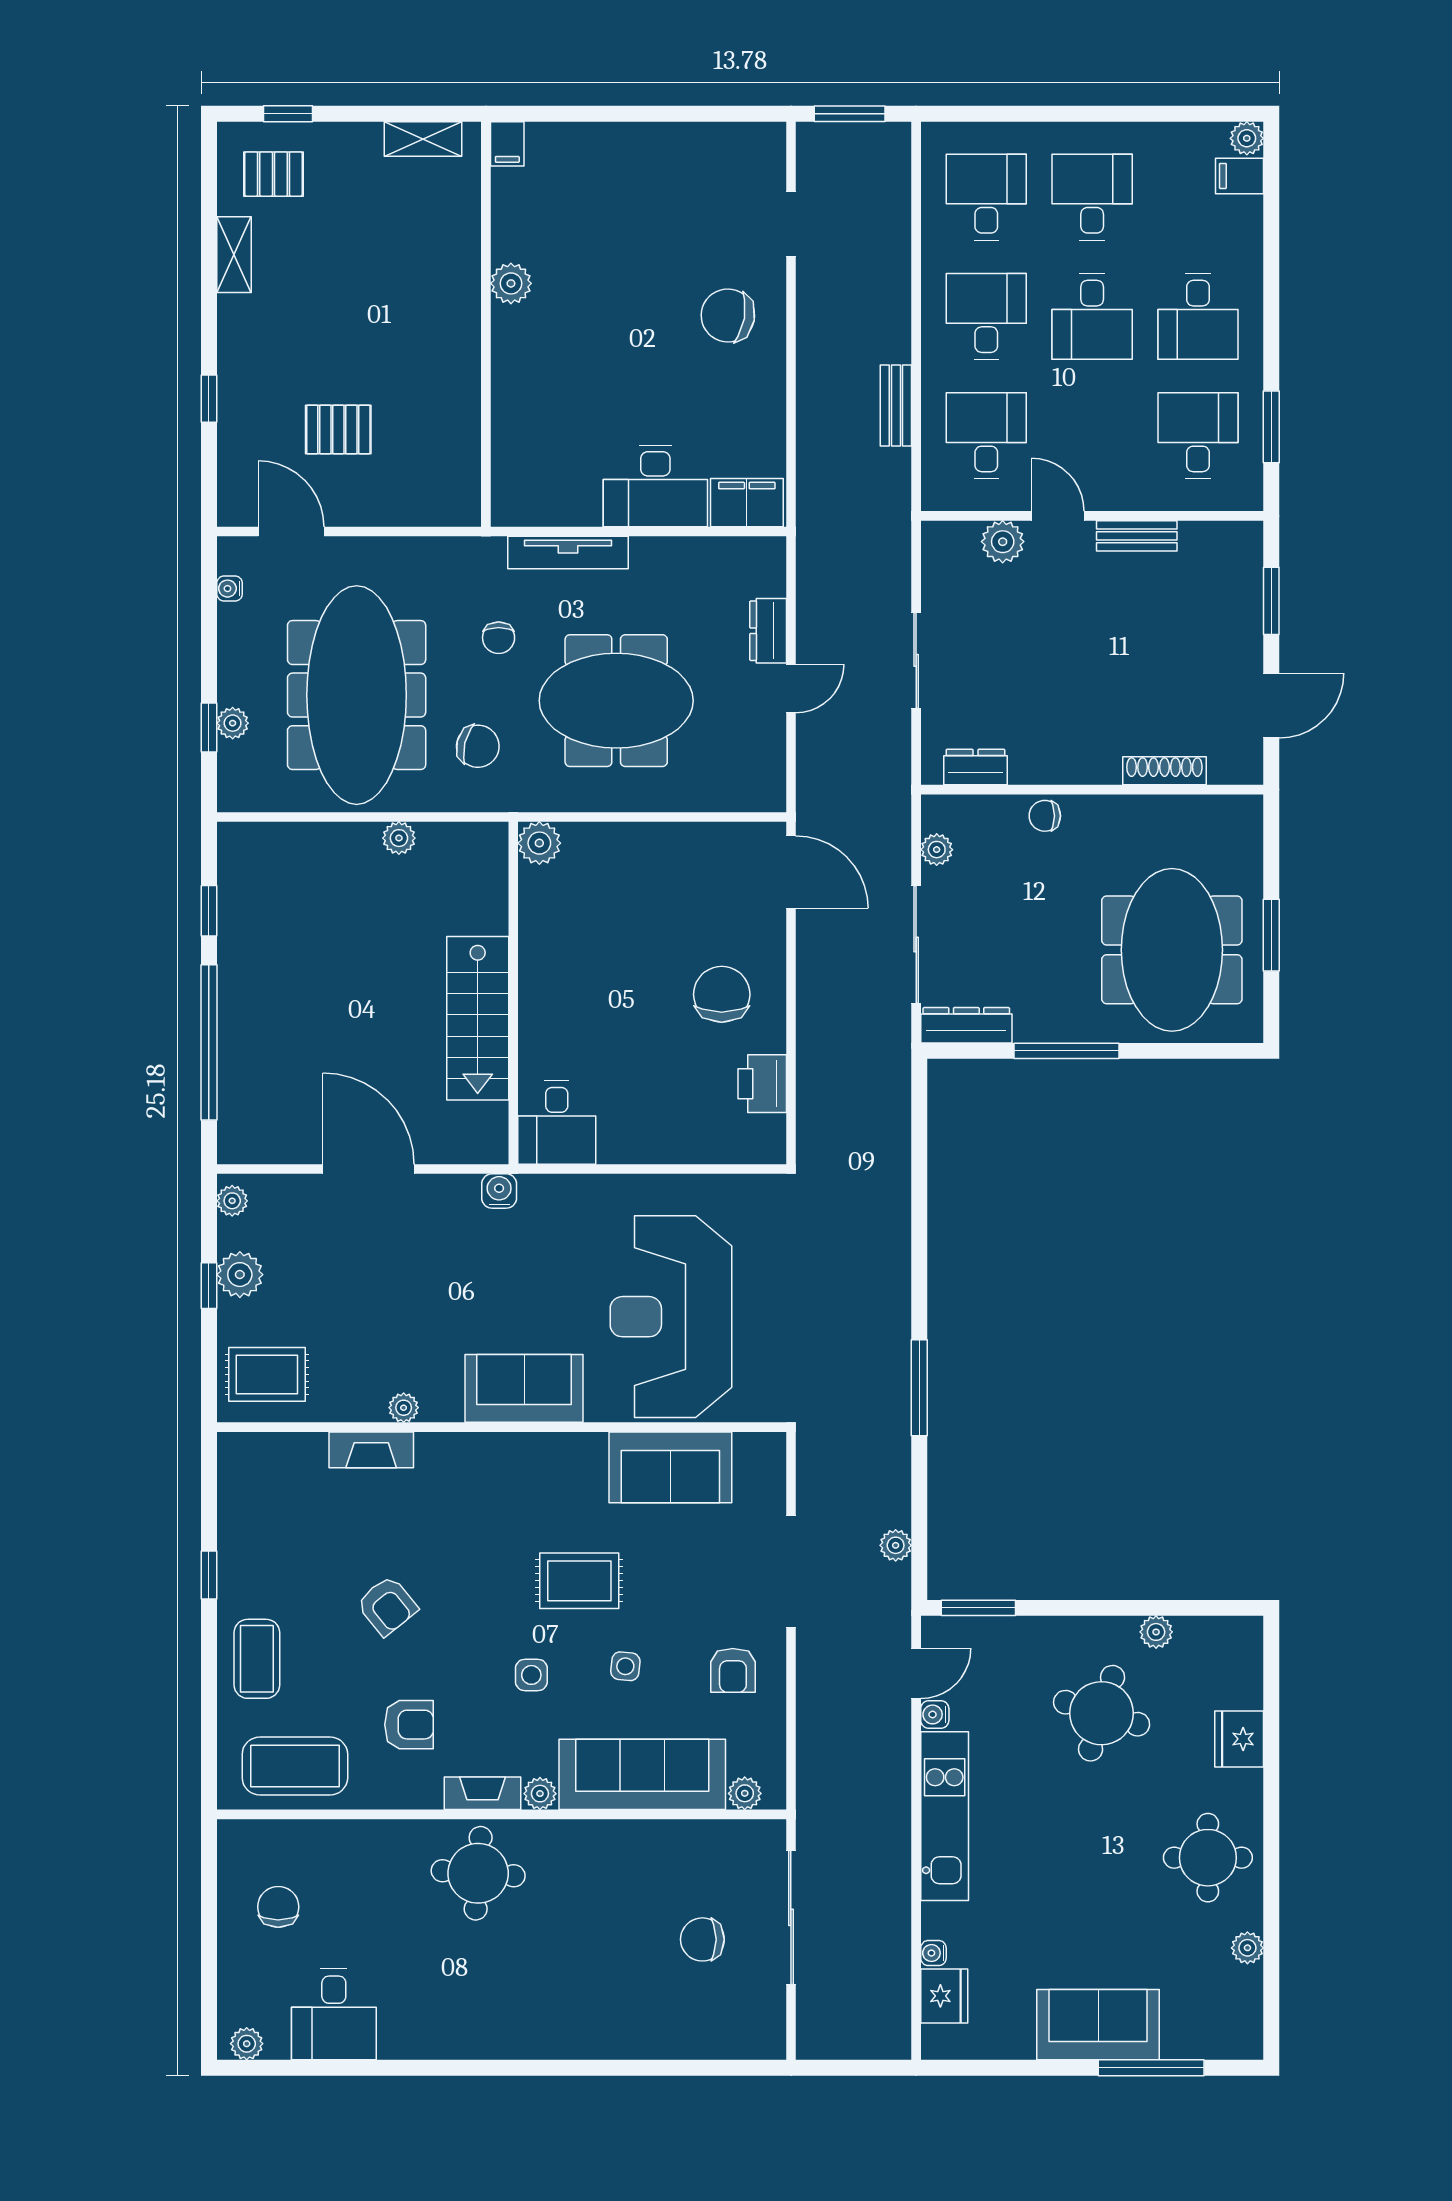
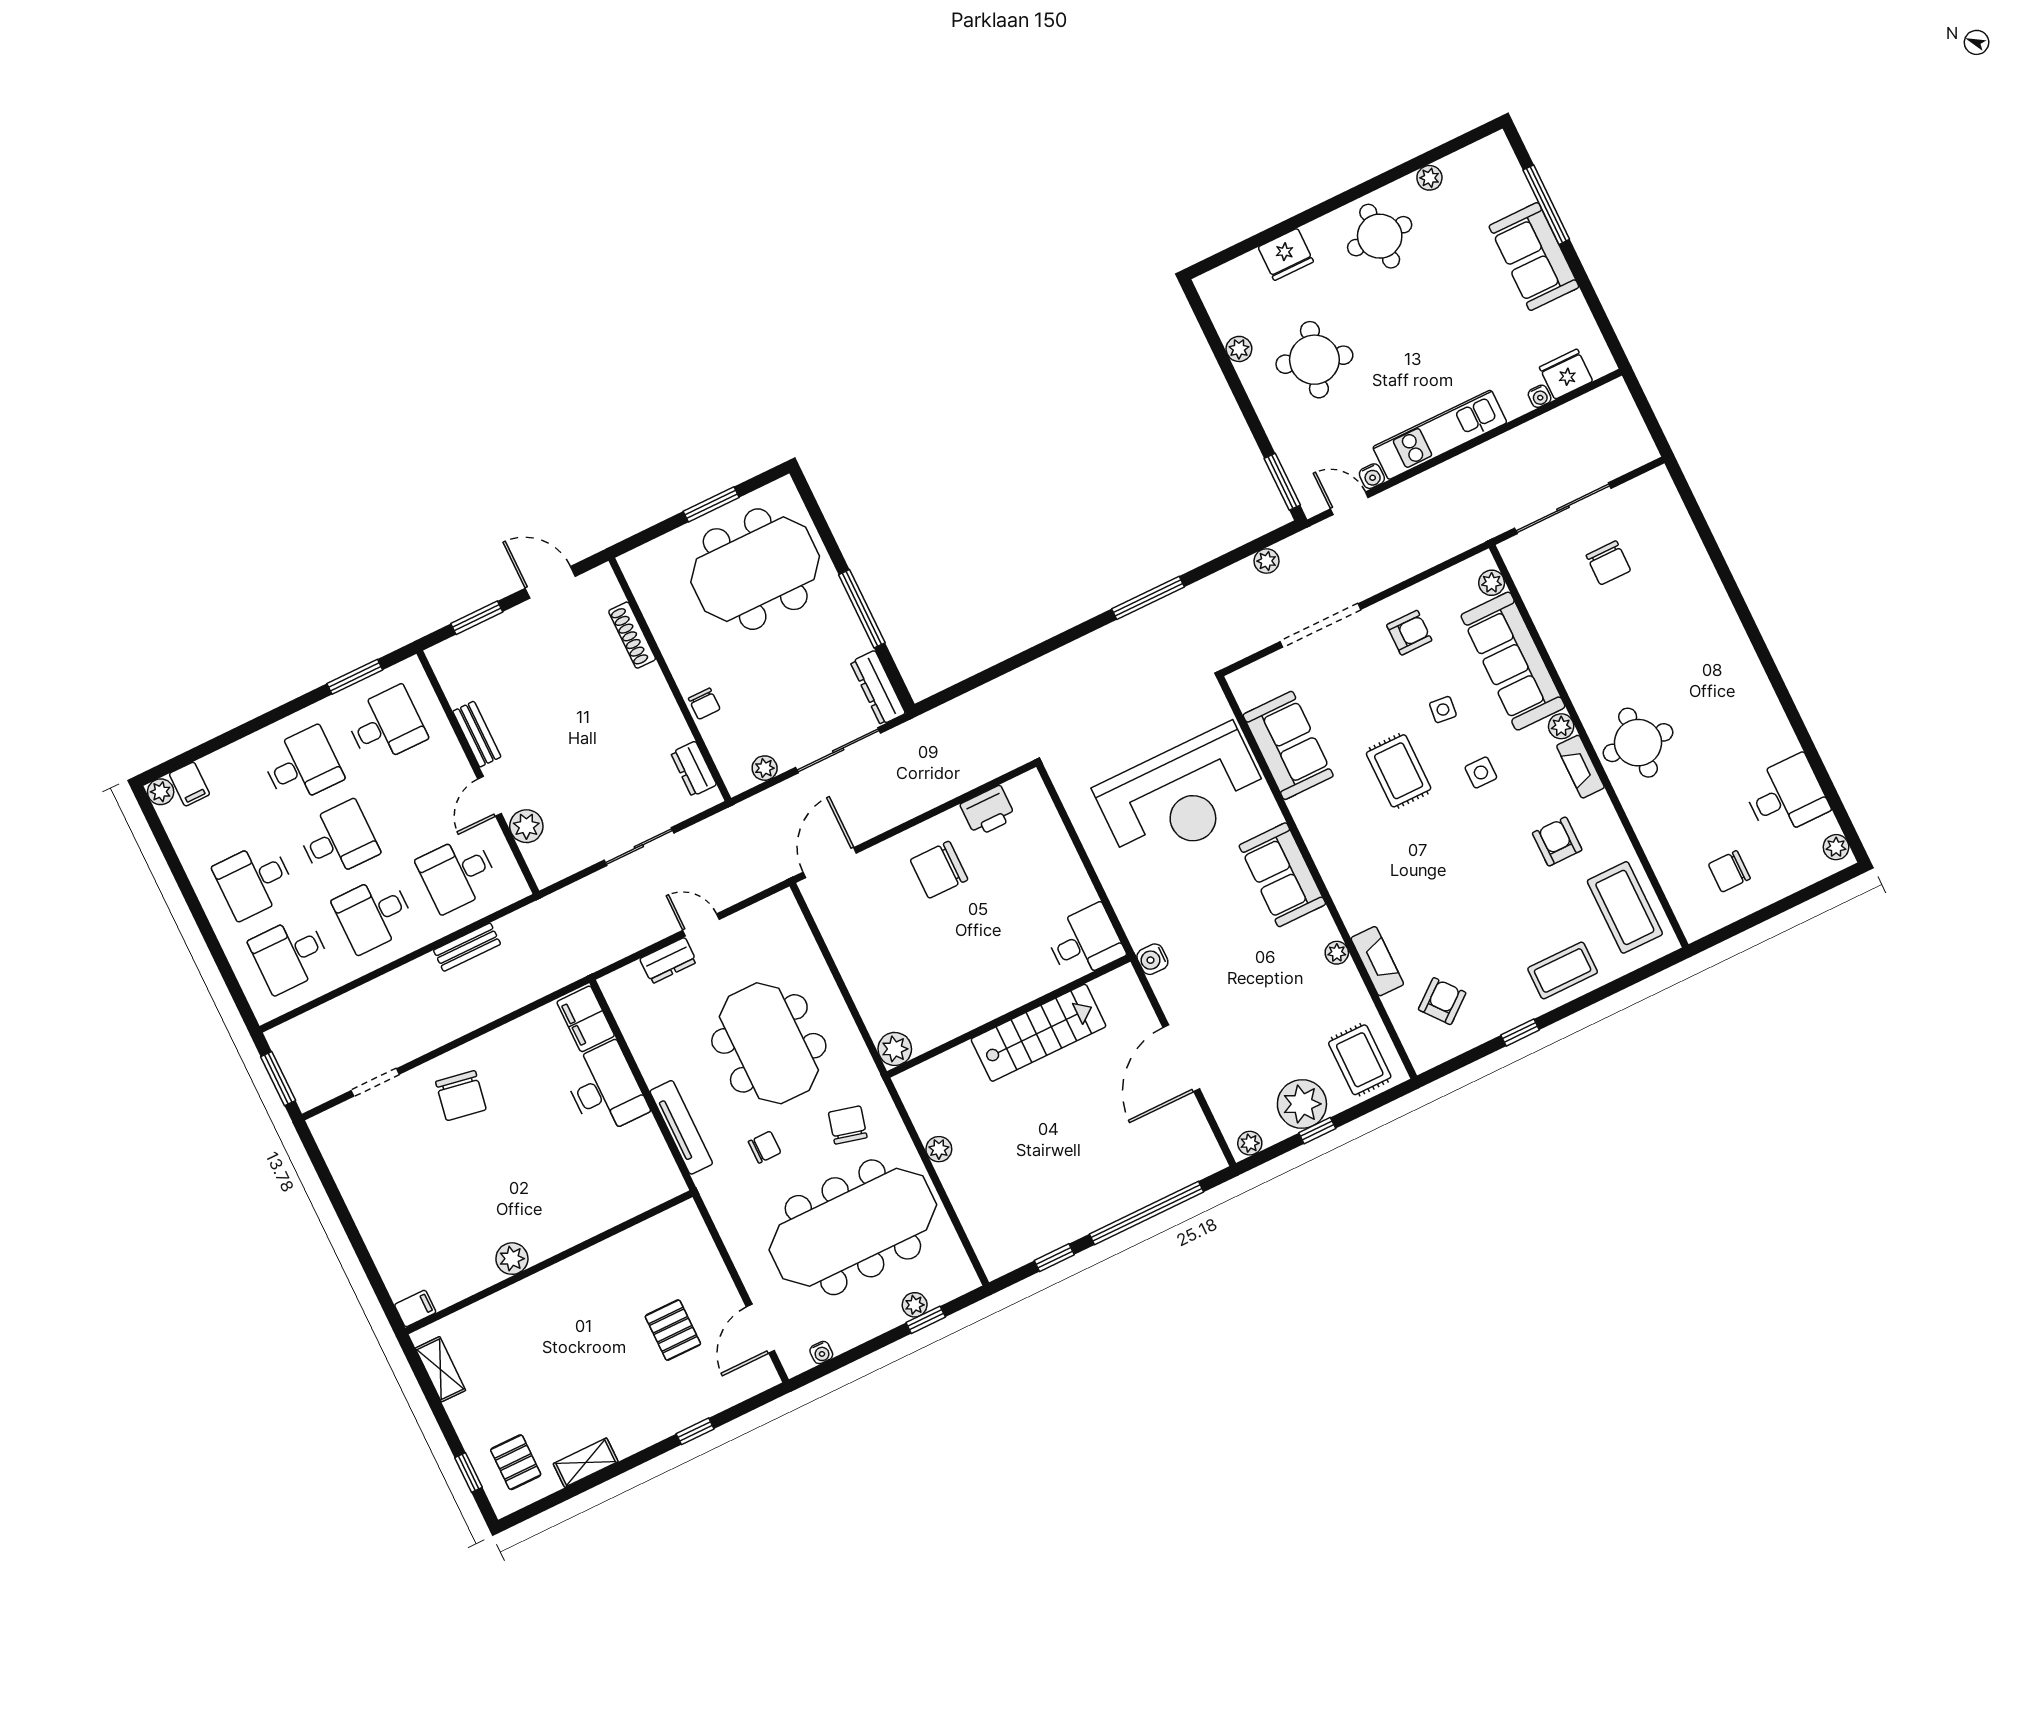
desk: (1198, 436) -> (386, 725), turned 180
plant: (240, 1275) -> (1302, 1104), width x1.36, depth x1.36
armchair: (387, 1606) -> (1442, 1001), moved

